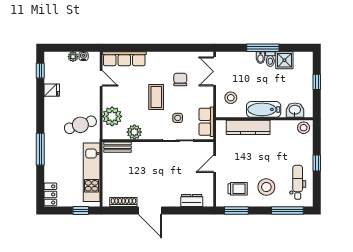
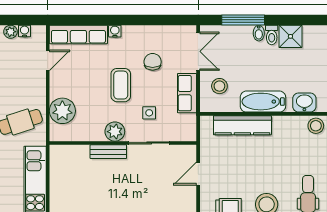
window: (263, 48) -> (243, 20), moved
water cooler: (152, 56) -> (115, 31), added
double door: (215, 71) -> (198, 51), swing flipped
door: (101, 78) -> (48, 60), hinge flipped
row of seats: (206, 122) -> (187, 93), moved
plant: (134, 132) -> (115, 132), moved
bench: (117, 147) -> (108, 152), moved

